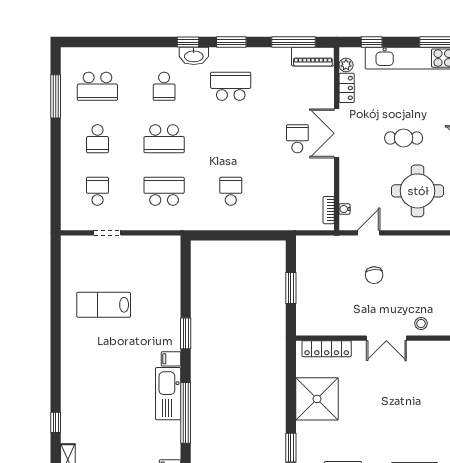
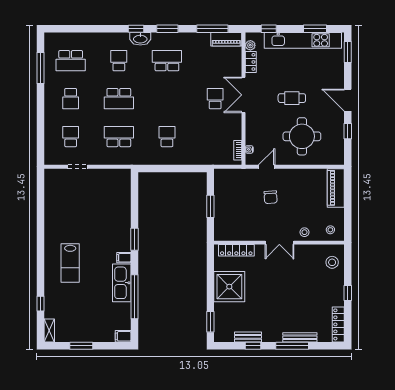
school desk: (164, 86) -> (119, 61), turned 180
lab bench: (104, 305) -> (70, 263), moved, turned -90

